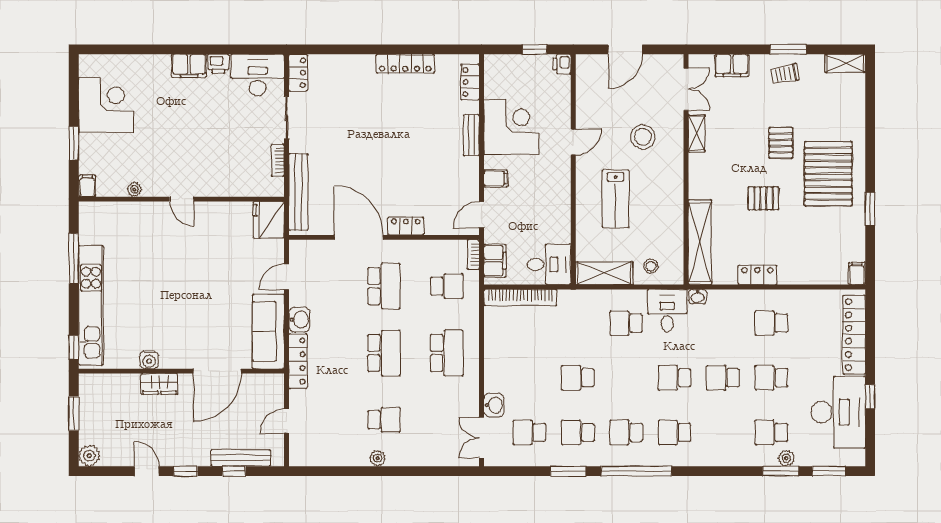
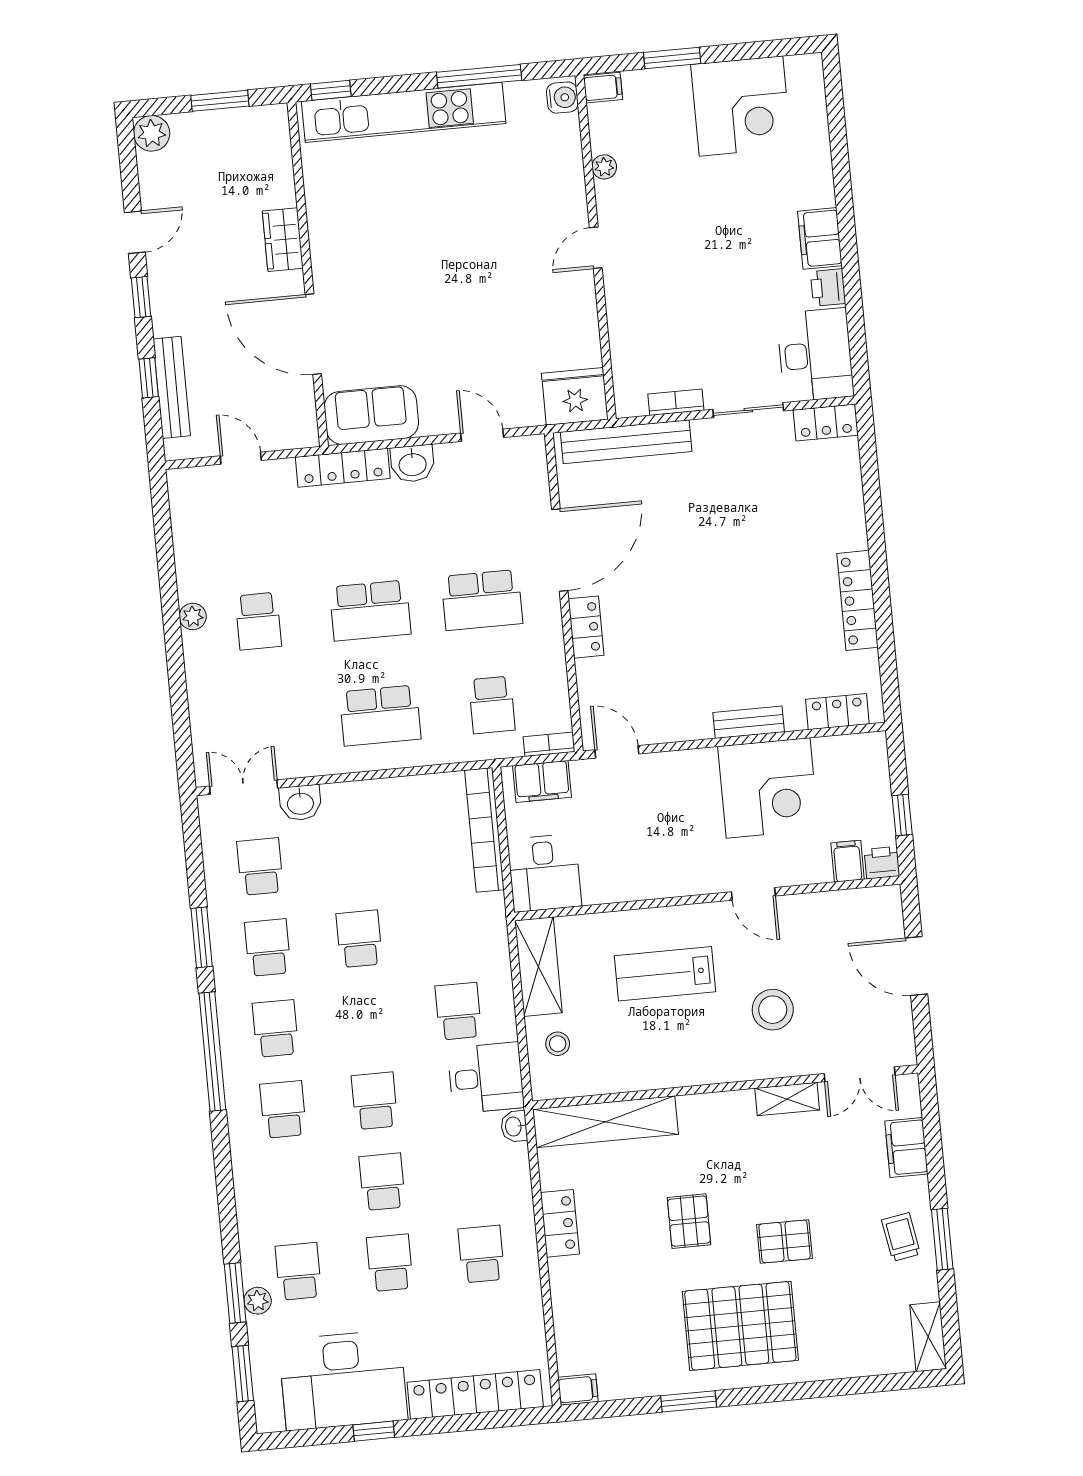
filing cabinet: (496, 178) -> (848, 861), moved, turned 180
sofa: (268, 331) -> (371, 415), width x0.73
water cooler: (149, 360) -> (562, 98), moved, turned 180

